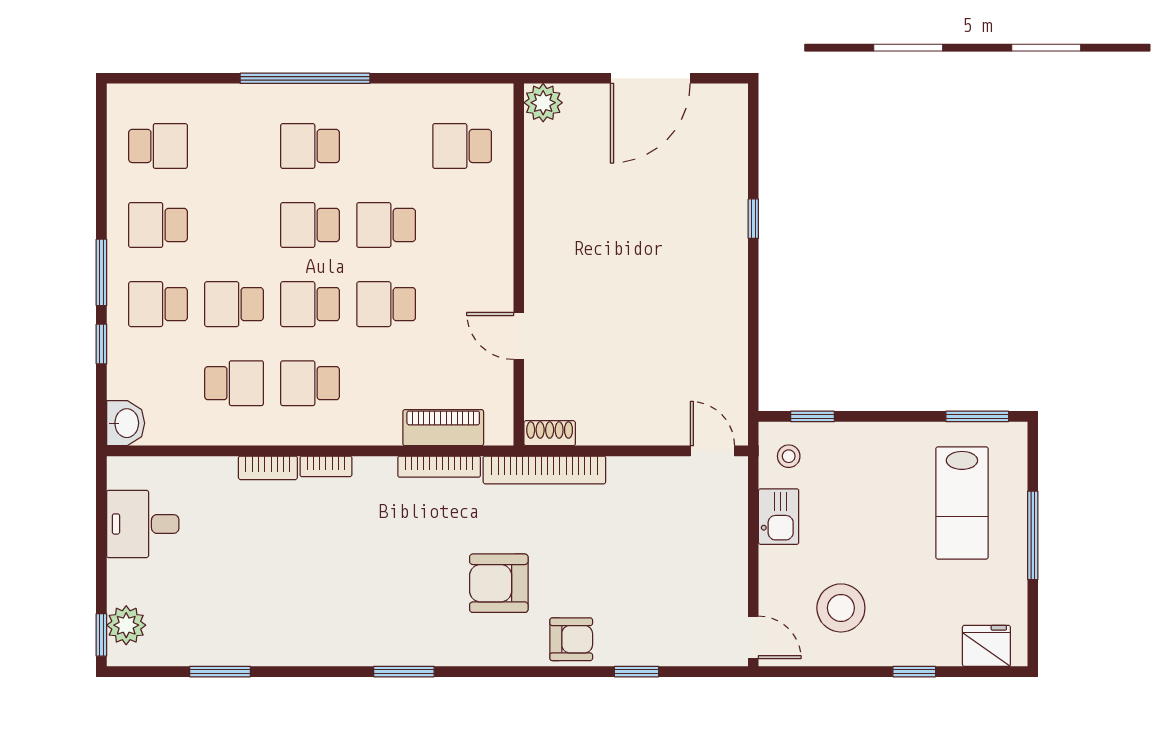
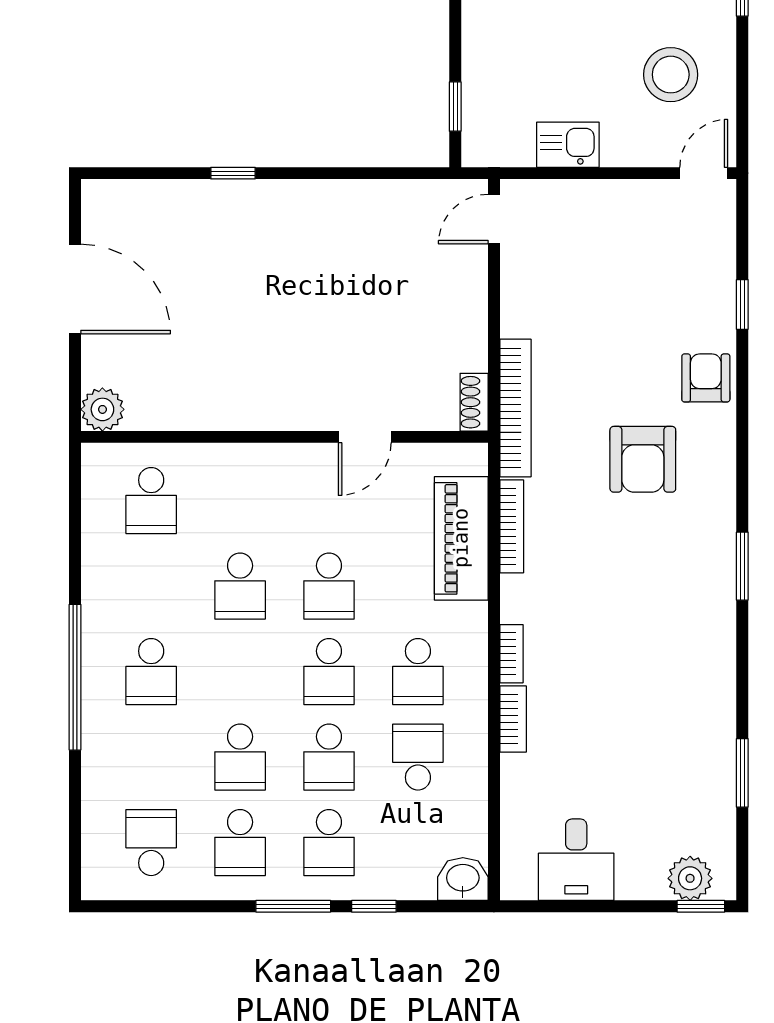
school desk: (310, 225) -> (240, 757), moved
piano: (443, 428) -> (461, 538), width x1.37, depth x1.33
stool: (789, 456) -> (500, 133), removed

